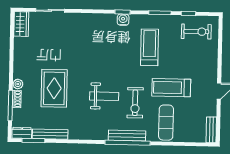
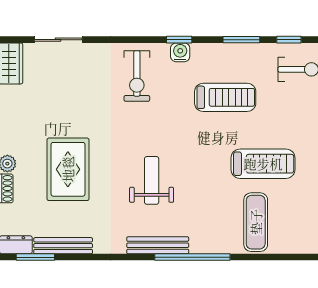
treadmill: (149, 47) -> (225, 97), turned 90
treadmill: (171, 88) -> (263, 164), turned 180
weight bench: (104, 96) -> (152, 180), turned -90
exercise bike: (135, 103) -> (137, 76), moved
bench: (127, 136) -> (158, 245), moved

